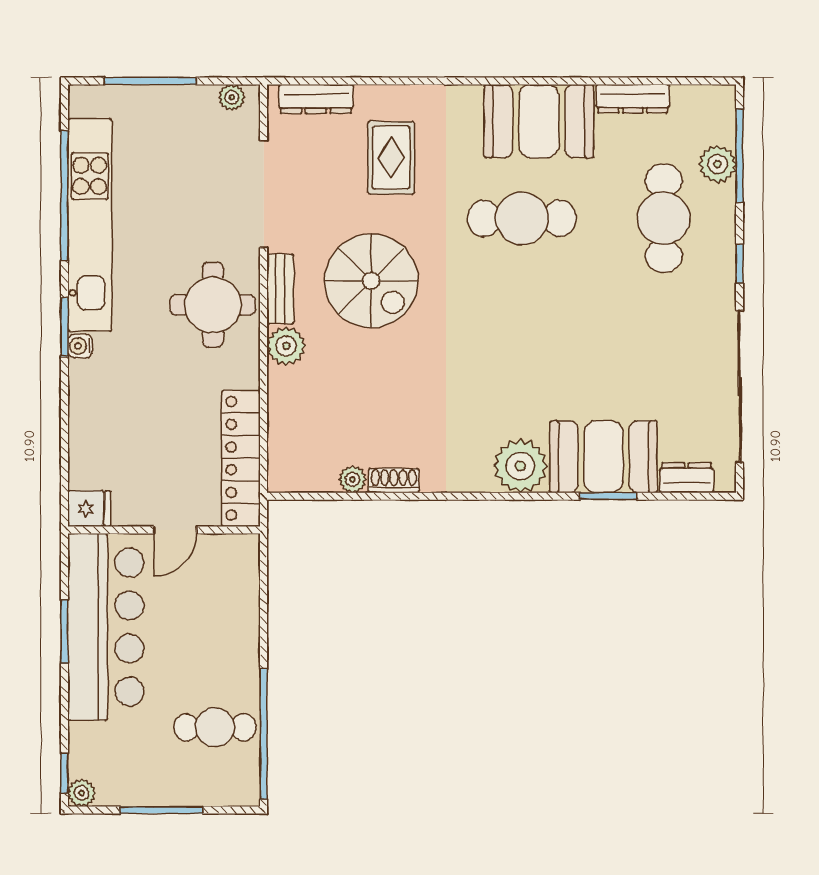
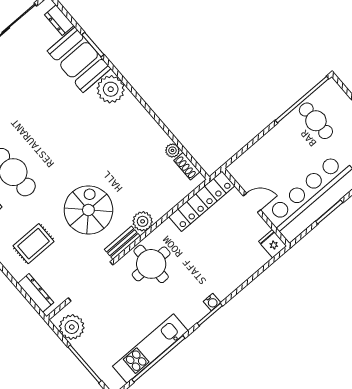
plant: (232, 97) -> (72, 327), width x1.88, depth x1.88
kitchen unit: (90, 225) -> (150, 349), width x0.73
shoe rack: (394, 481) -> (187, 166), moved

